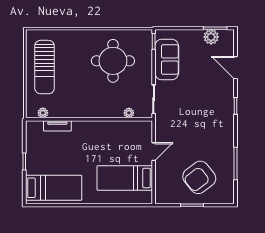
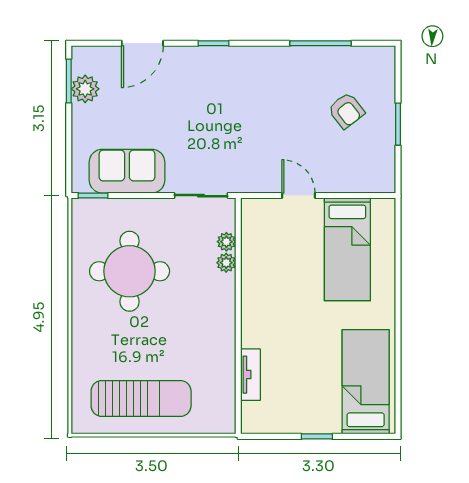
plant: (43, 113) -> (226, 263), moved
armchair: (199, 177) -> (346, 111), width x0.53, depth x0.53

